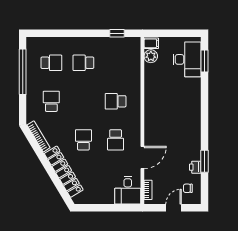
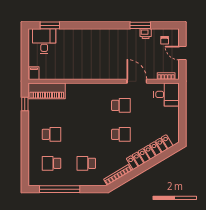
plant: (151, 56) -> (46, 74), removed
piano: (132, 57) -> (47, 91), added
desk: (187, 59) -> (44, 41), width x0.73
school desk: (51, 63) -> (51, 163), turned -90
school desk: (83, 63) -> (51, 134), turned -90
school desk: (116, 101) -> (86, 105), removed
school desk: (83, 140) -> (121, 134), turned 180

